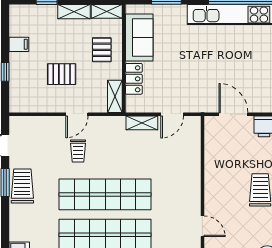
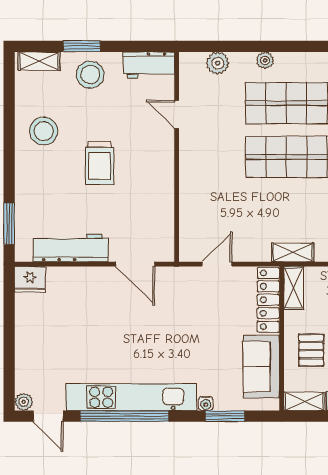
water cooler: (181, 10) -> (206, 403), added
locker: (134, 79) -> (268, 300), width x1.53
shelving: (142, 123) -> (293, 252), moved

